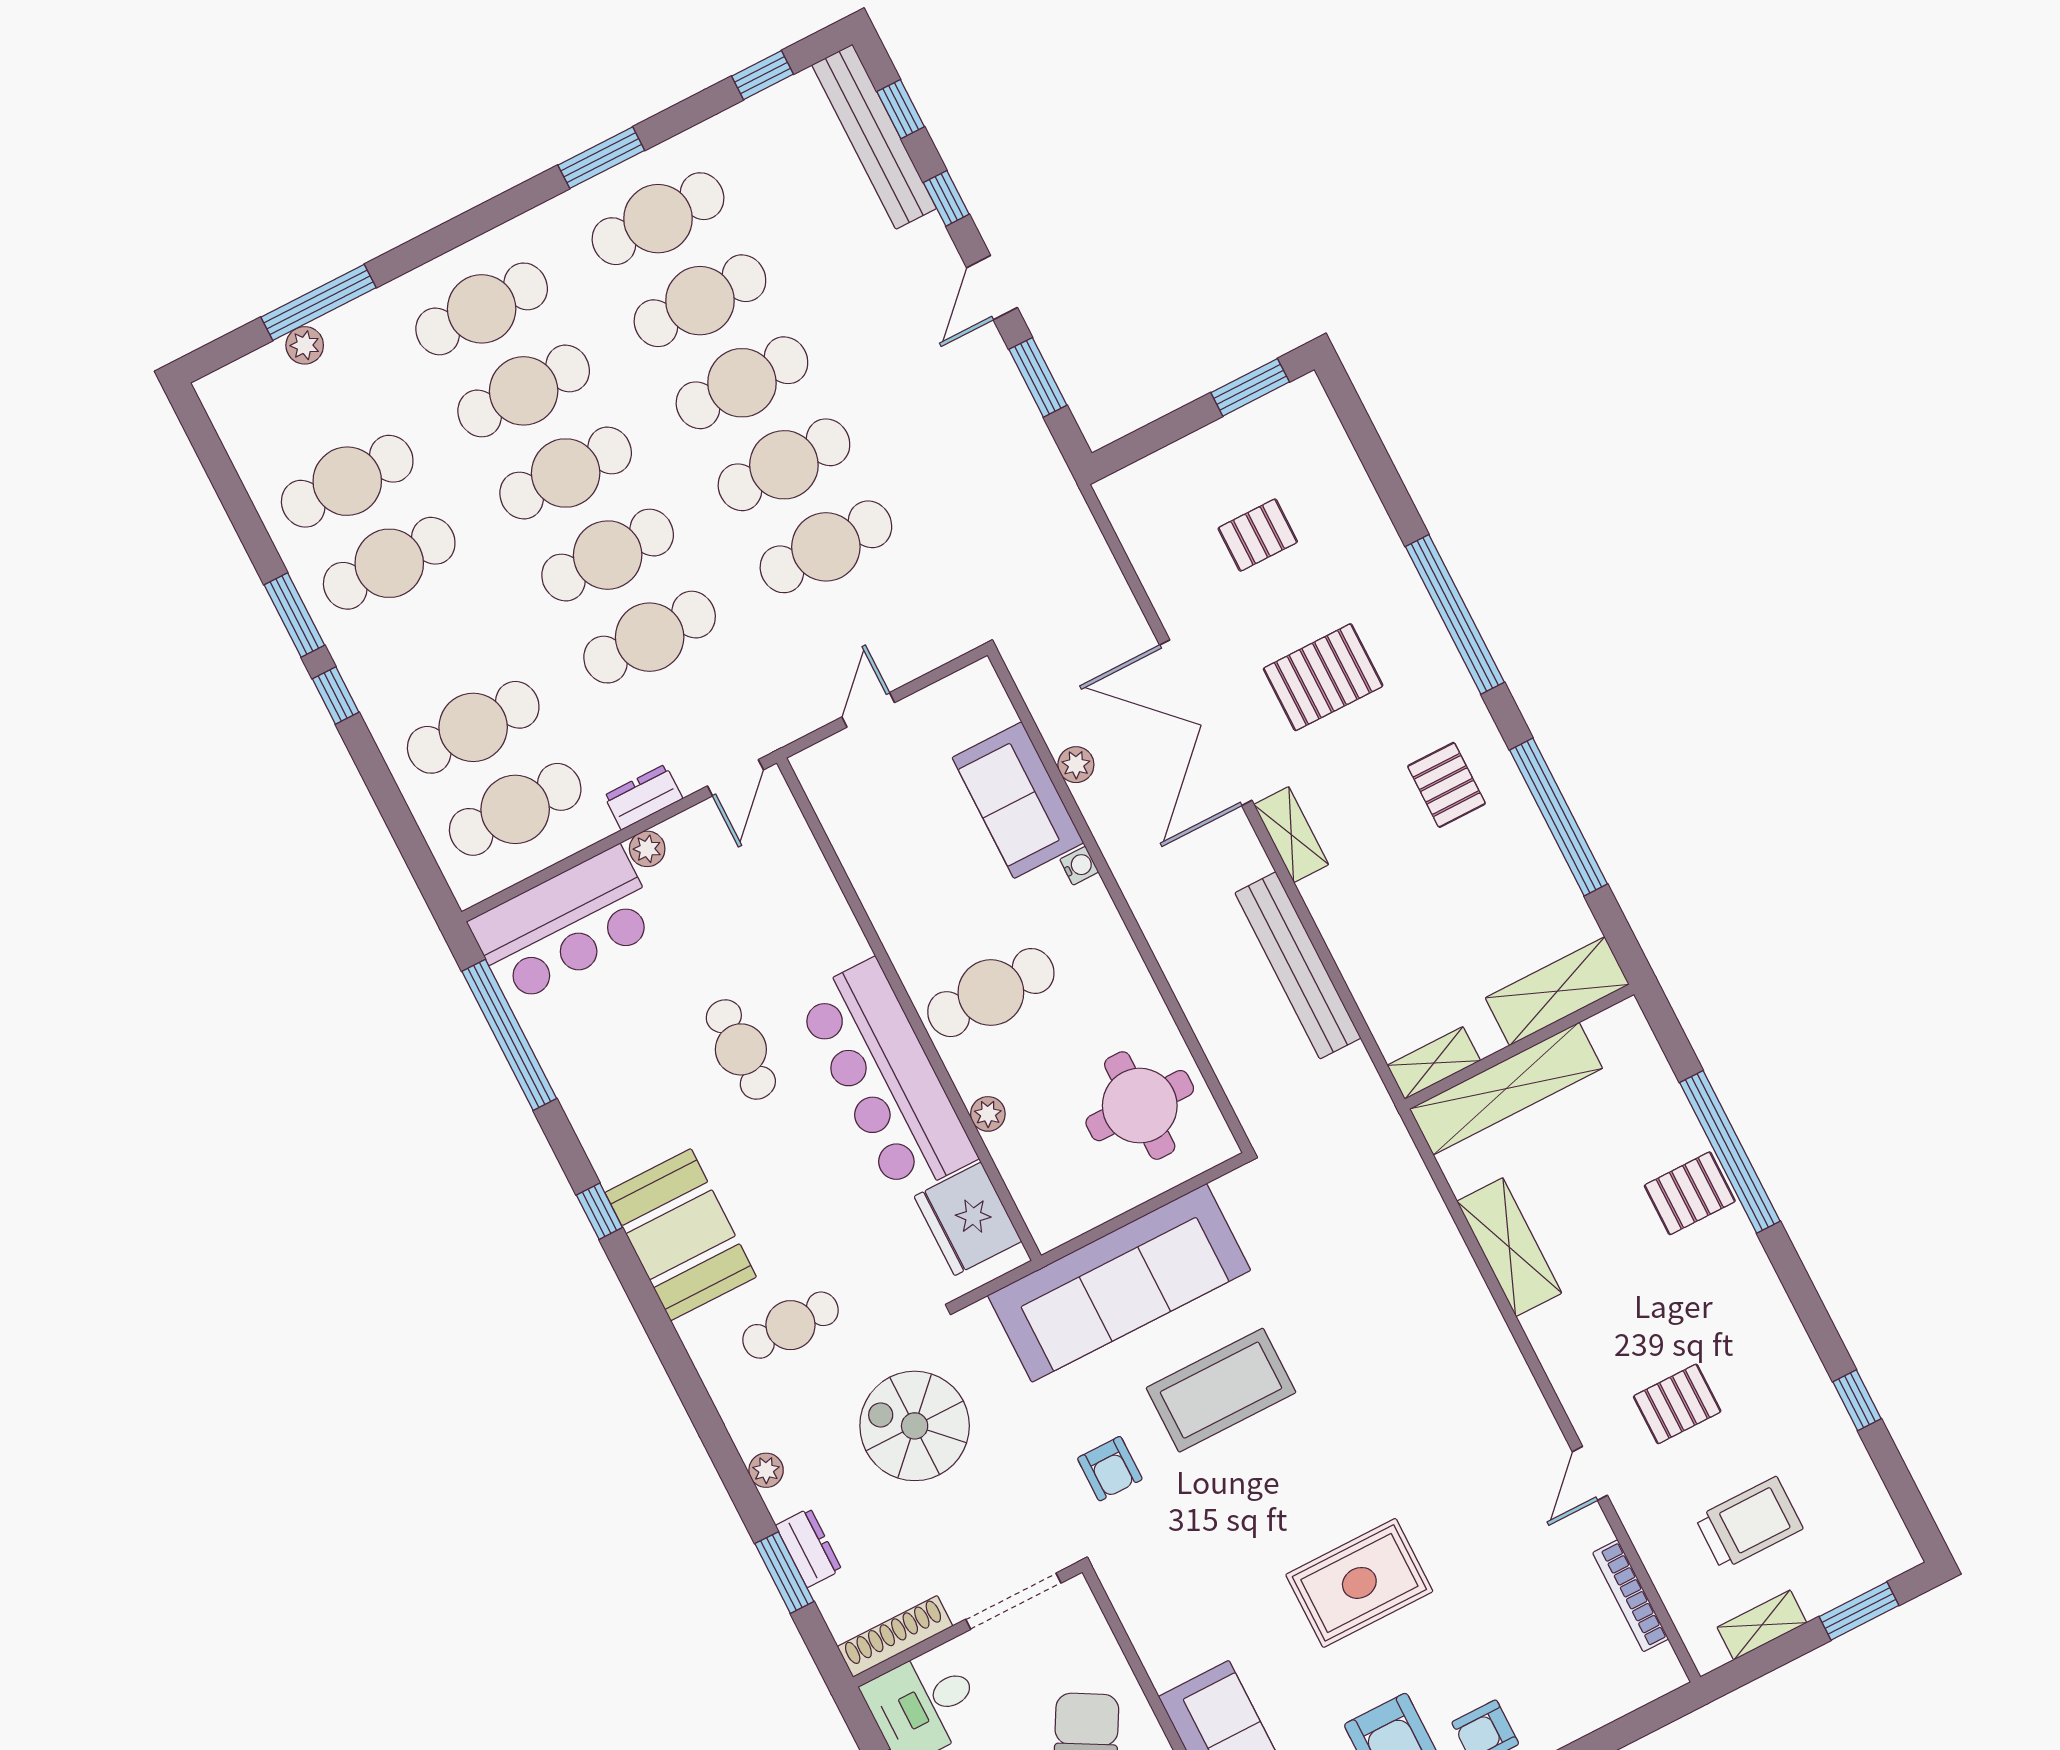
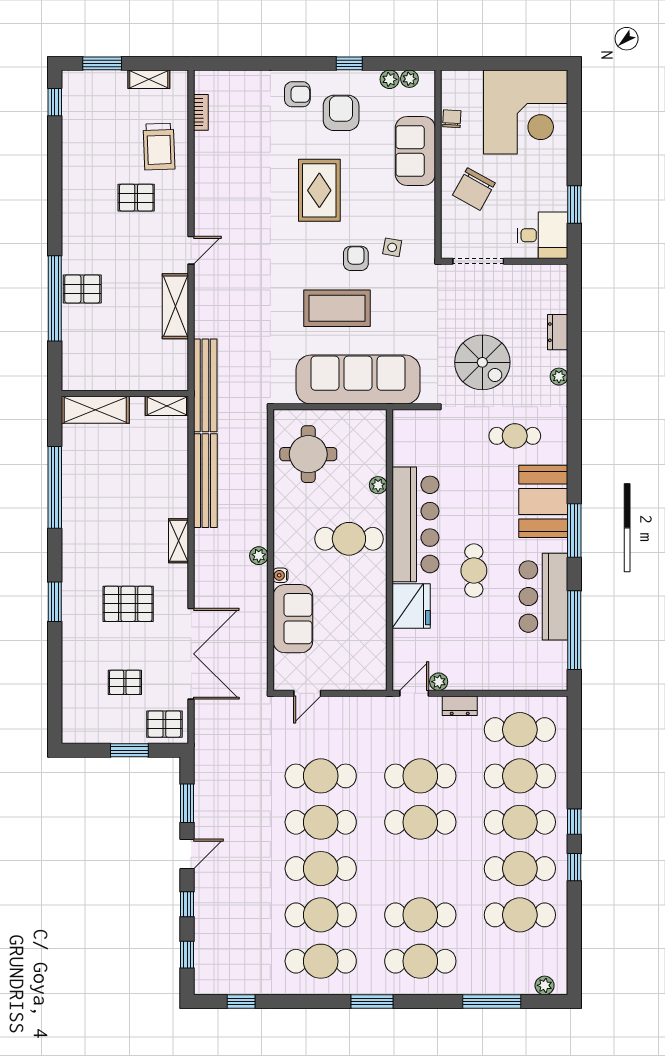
bench: (874, 137) -> (205, 385), moved
window: (601, 158) -> (372, 1001), moved
plant: (305, 345) -> (545, 985), moved
window: (1250, 387) -> (129, 750), moved
cafe table: (566, 473) -> (520, 822), moved
window: (1455, 614) -> (55, 602), width x0.47
window: (294, 615) -> (574, 867), width x0.67
door: (868, 710) -> (307, 693), moved
double door: (1206, 723) -> (191, 654), moved
plant: (1076, 765) -> (259, 556), moved
pallet: (1446, 785) -> (164, 724), moved, turned 90
plant: (647, 849) -> (439, 682), moved
bar counter: (565, 925) -> (543, 597), moved, turned -90
shelving: (1506, 1089) -> (141, 378), removed
window: (599, 1211) -> (574, 531), width x2.17
fridge: (968, 1219) -> (411, 606), moved
window: (1857, 1400) -> (55, 102), moved
armchair: (1110, 1469) -> (356, 258), moved
door: (1590, 1473) -> (191, 250), moved
trolley: (1749, 1523) -> (159, 147), moved, turned -92
side table: (1179, 1548) -> (392, 247), added
window: (784, 1573) -> (574, 327), removed
rug: (1359, 1583) -> (319, 190), turned 90
bookcase: (1631, 1596) -> (201, 112), width x0.64
shoe rack: (895, 1636) -> (539, 273), removed

